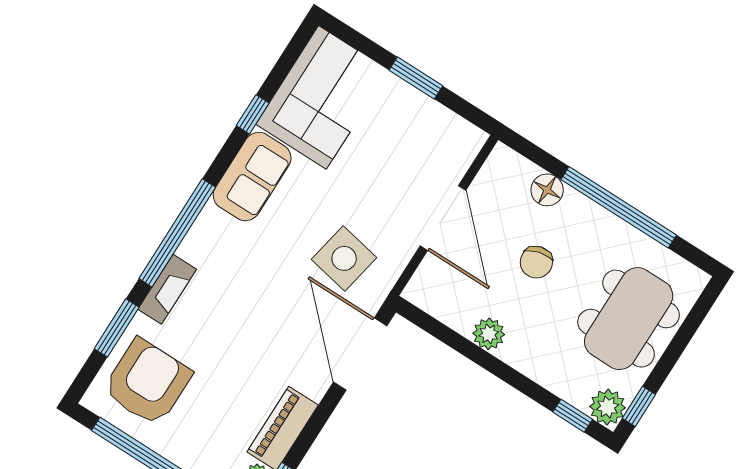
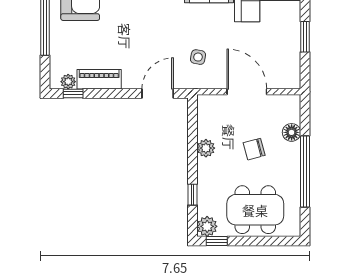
door: (443, 218) -> (247, 92), swing flipped
side table: (344, 258) -> (198, 57), width x0.54, depth x0.54
door: (360, 354) -> (158, 93), width x0.73
window: (573, 416) -> (192, 195), moved

